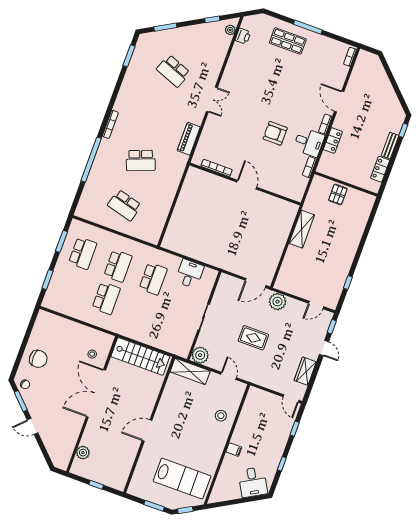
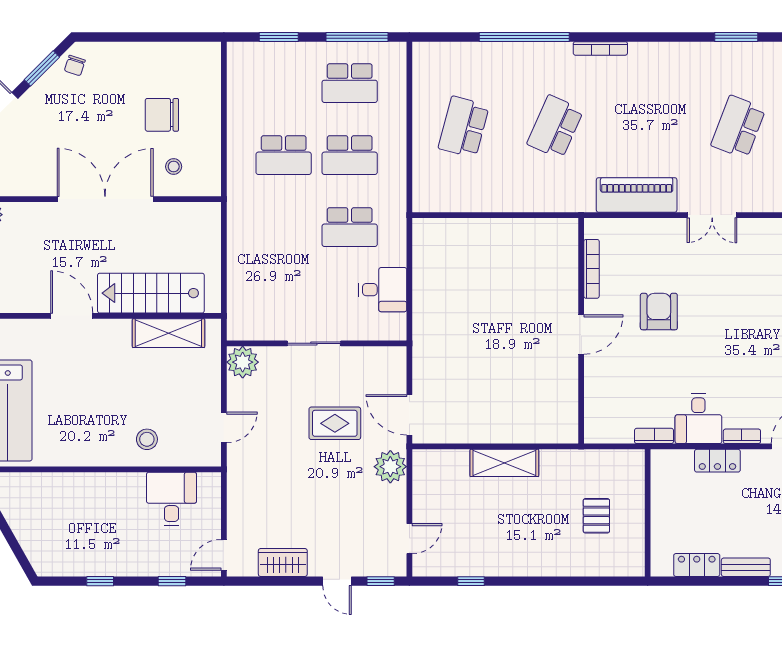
armchair: (275, 133) -> (659, 312), moved
piano: (189, 139) -> (637, 195), width x1.37, depth x1.33
school desk: (141, 160) -> (555, 127), turned 45
pallet: (338, 194) -> (596, 516), moved, turned 90
shelving: (302, 229) -> (504, 463), moved
window: (61, 241) -> (357, 37), width x1.44
door: (316, 305) -> (409, 539), swing flipped
rug: (253, 338) -> (335, 423), moved, turned 90
door: (324, 348) -> (337, 581), hinge flipped
stairs: (140, 356) -> (151, 293), moved, turned 90
chair: (38, 359) -> (162, 115), moved, turned 90
shelving: (190, 371) -> (168, 333), moved, turned 90
filing cabinet: (234, 450) -> (94, 485), removed
desk: (253, 482) -> (171, 499), moved, turned 119

